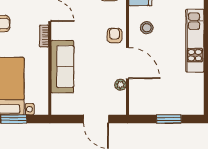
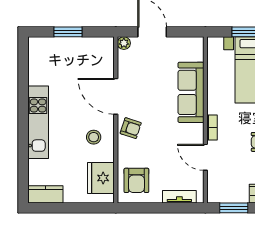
armchair: (115, 36) -> (131, 128), turned -72
plant: (121, 85) -> (124, 43), moved

